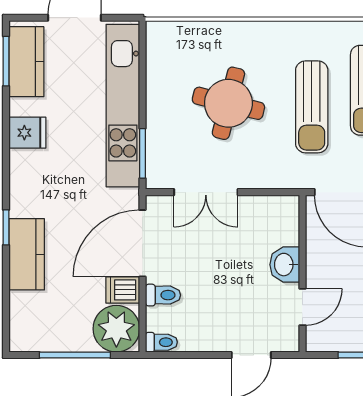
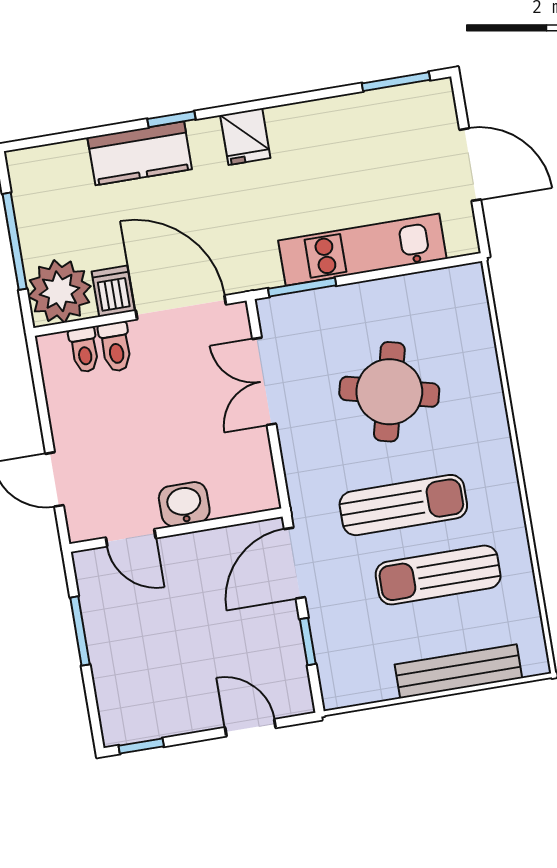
kitchen counter: (26, 62) -> (400, 109), removed
kitchen unit: (123, 106) -> (362, 250), width x0.73
sun lounger: (312, 107) -> (403, 505), turned 180
fridge: (27, 133) -> (245, 137), moved
toilet: (161, 342) -> (84, 350), moved

